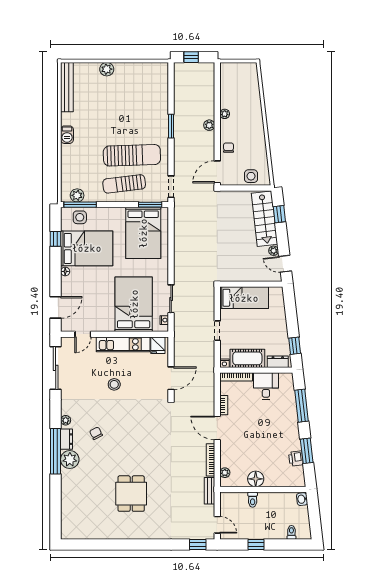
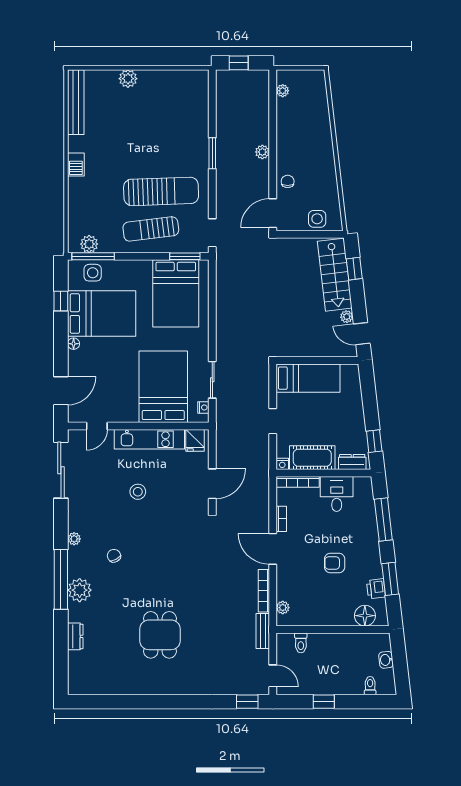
plant: (225, 114) -> (283, 91), moved
dresser: (66, 439) -> (75, 636), moved
armchair: (264, 439) -> (335, 563), added
floor lamp: (256, 479) -> (365, 616), moved
washbasin: (302, 499) -> (386, 660), moved
toilet: (253, 500) -> (301, 643), moved

